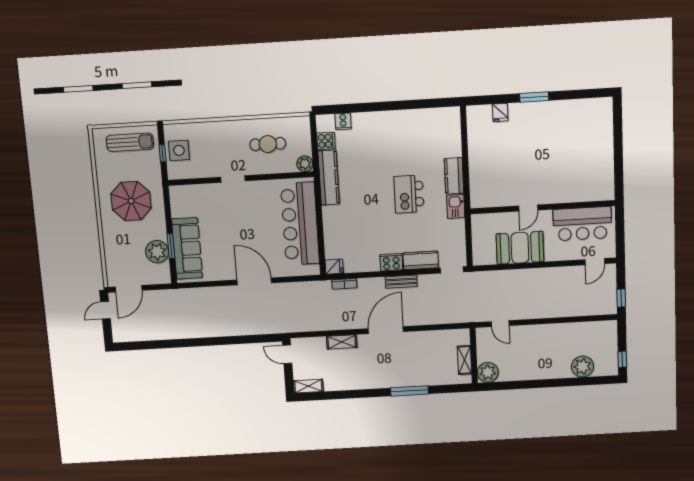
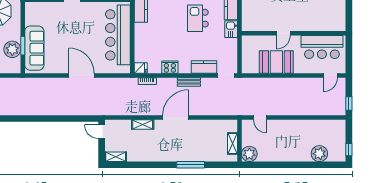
cooker: (391, 262) -> (170, 67), moved

